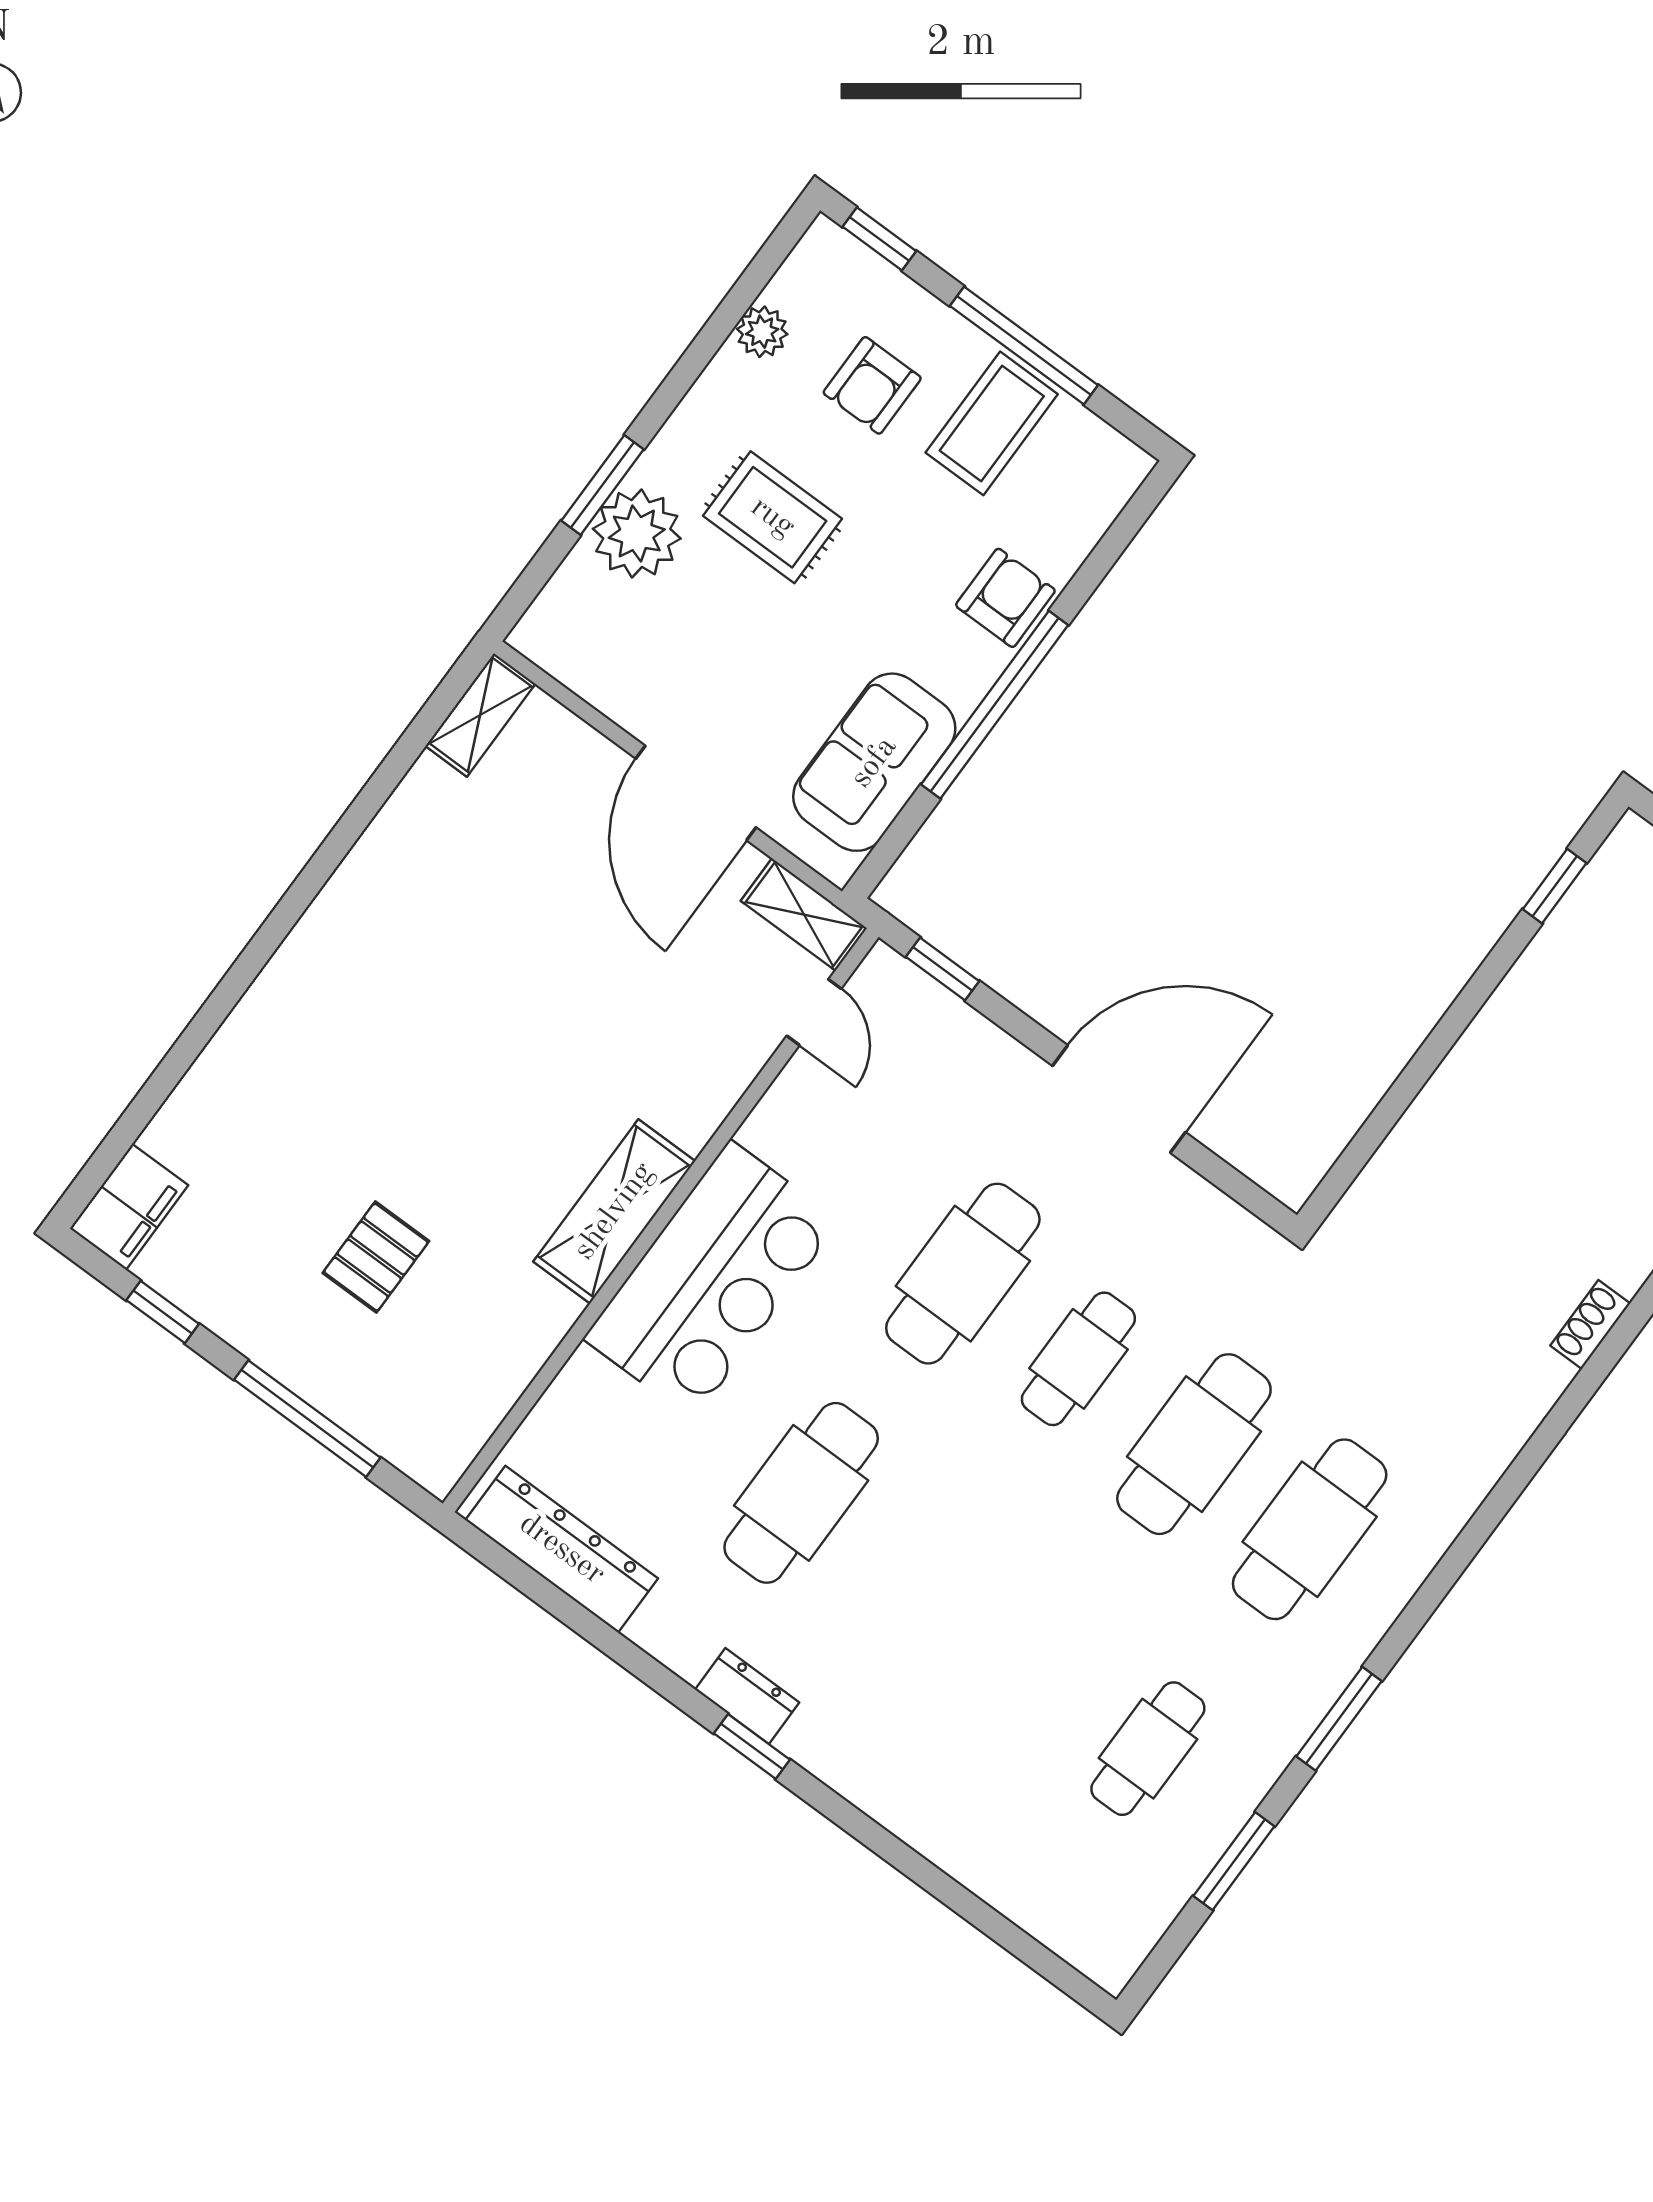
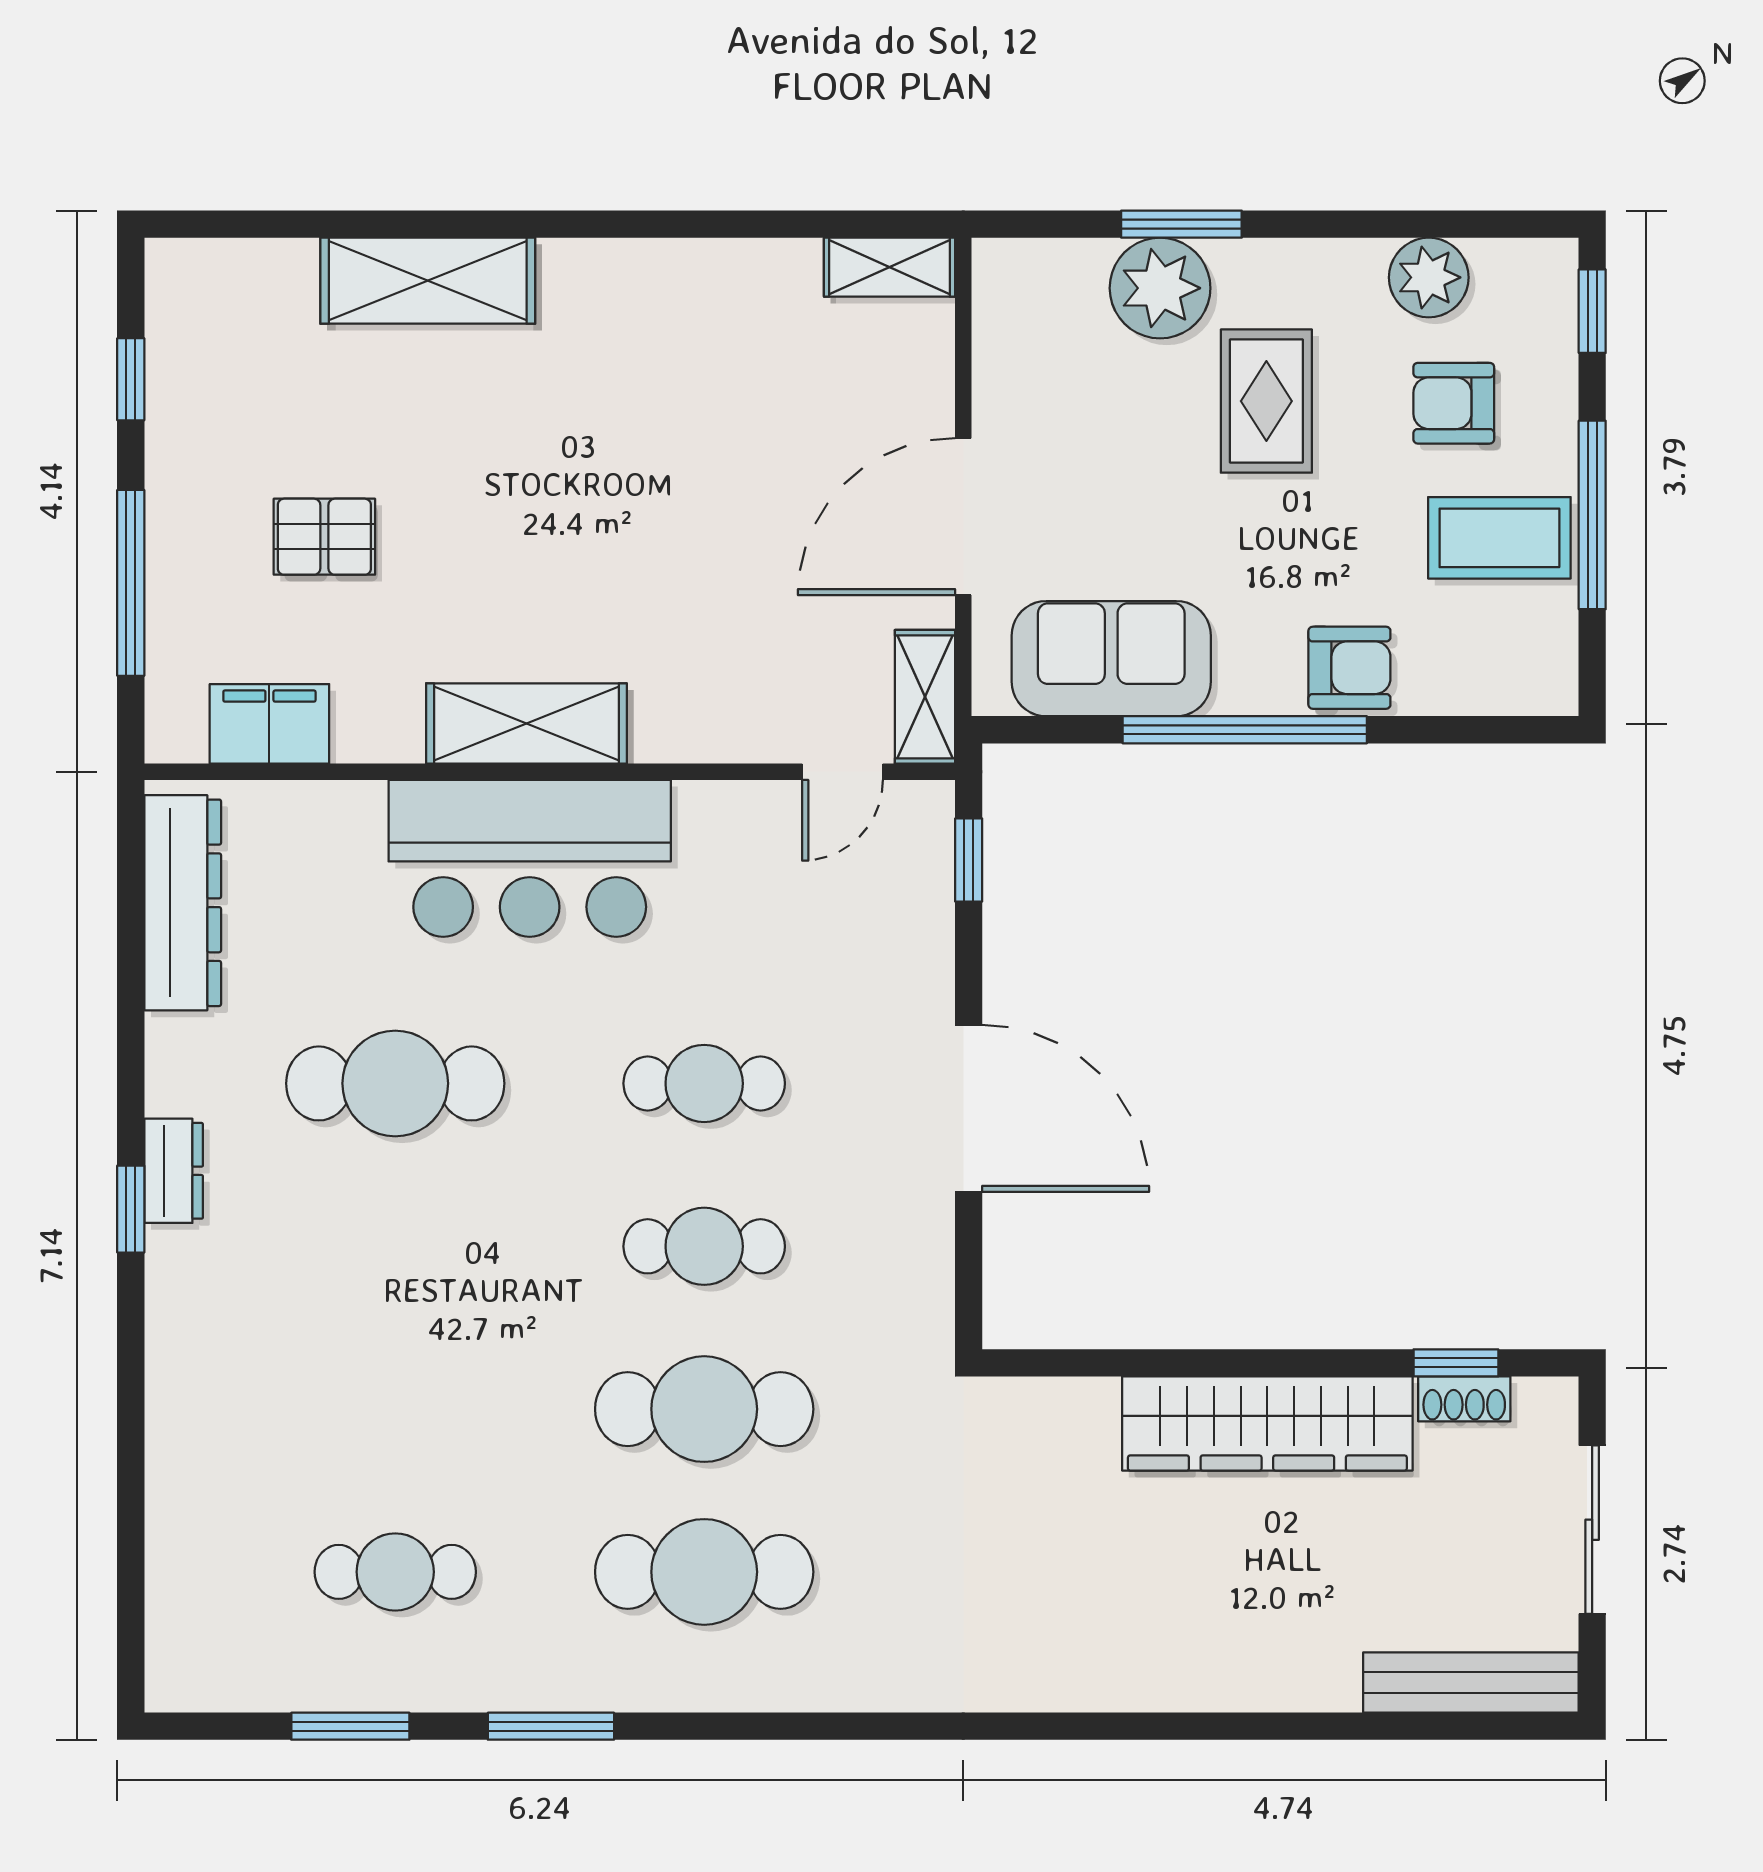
plant: (762, 332) -> (1429, 277), width x1.38, depth x1.38
shelving: (248, 1050) -> (428, 281), added
wardrobe: (1499, 1052) -> (1267, 1423), added
filing cabinet: (129, 1207) -> (269, 724), moved, turned 180
cafe table: (963, 1274) -> (704, 1083), width x0.73, depth x0.74
shoe rack: (1590, 1325) -> (1464, 1399), moved, turned 180

